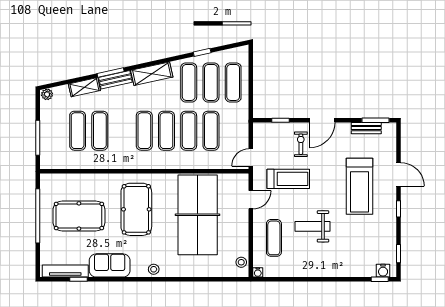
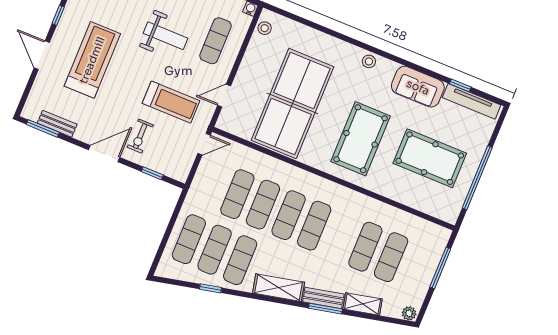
treadmill: (288, 179) -> (171, 102), turned 180

